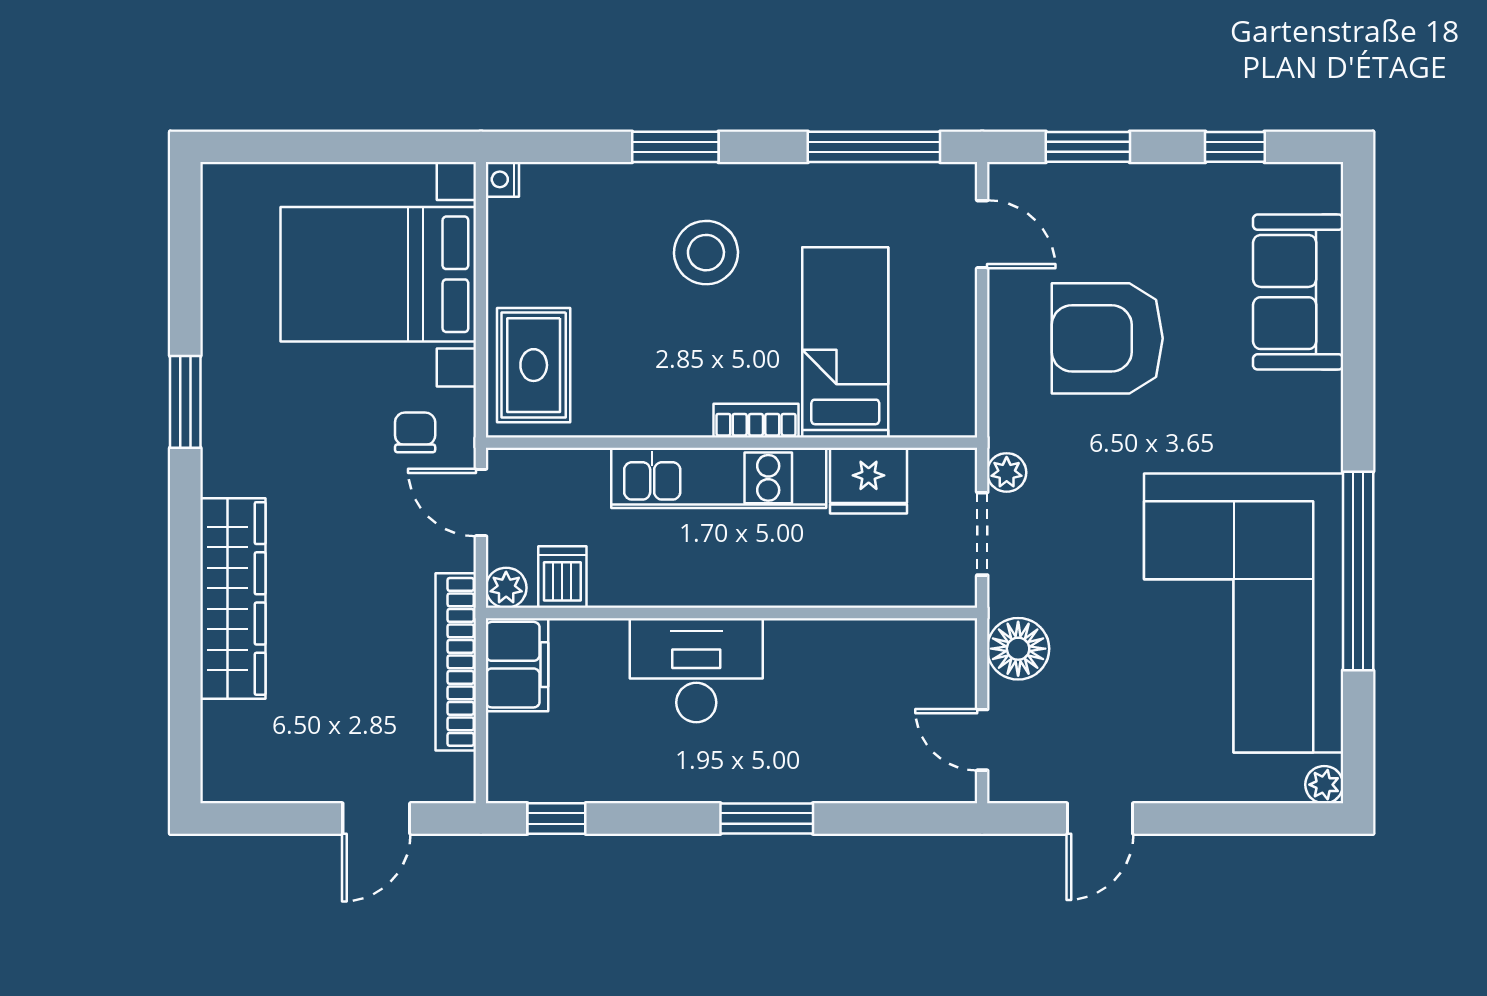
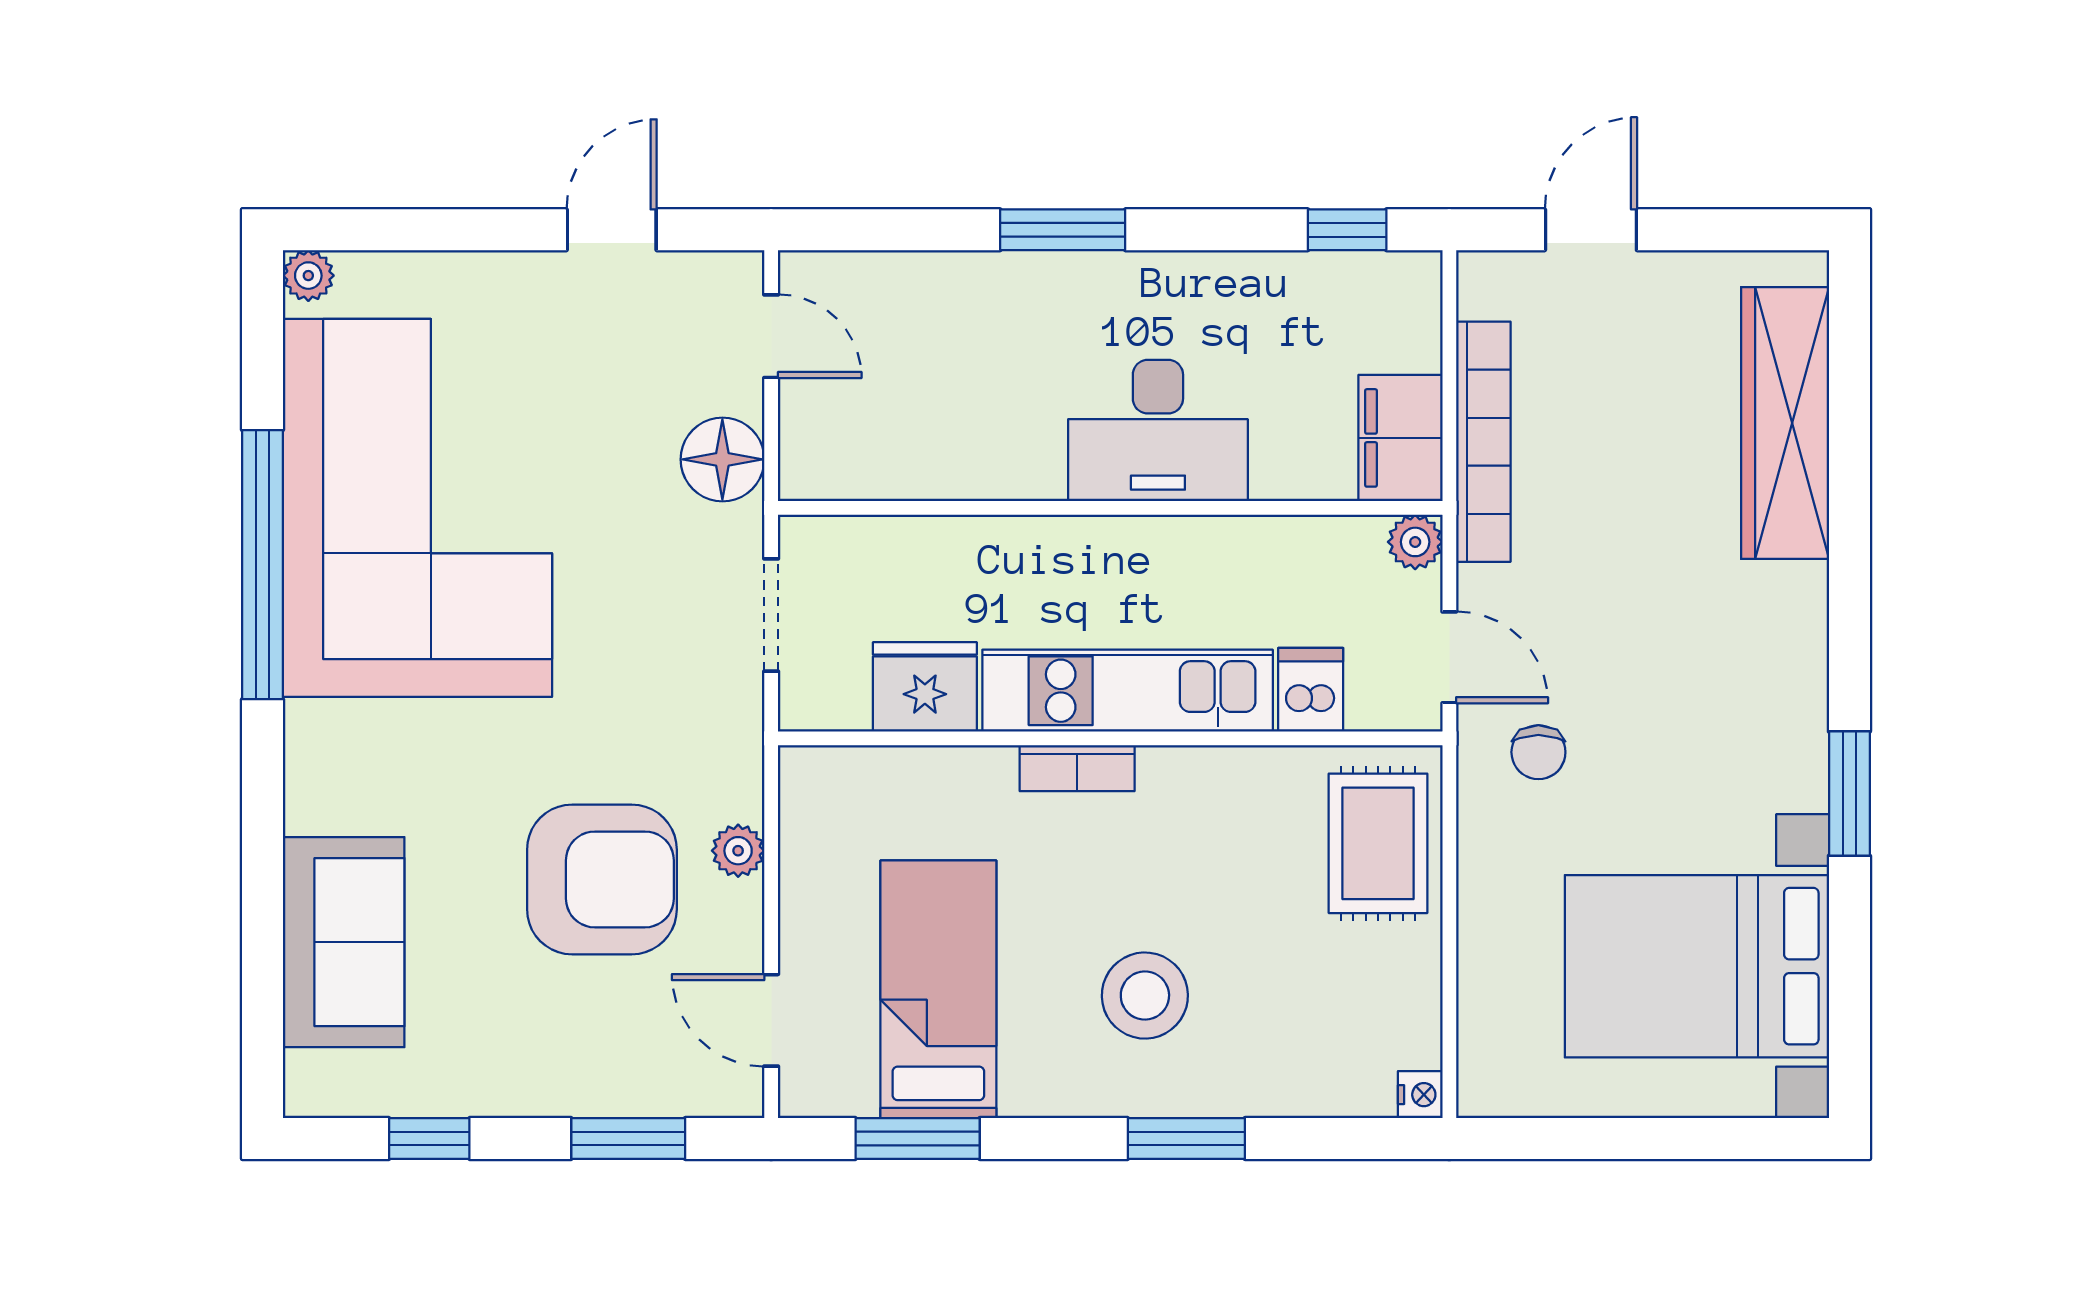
window: (874, 147) -> (918, 1139), width x0.69
bed with nightstands: (378, 274) -> (1697, 966), moved, turned 180
bed: (845, 342) -> (938, 989), moved, turned 180
plant: (1007, 472) -> (738, 851), moved
dishwasher: (562, 577) -> (1311, 690), moved, turned 180
wardrobe: (233, 598) -> (1785, 423), moved

